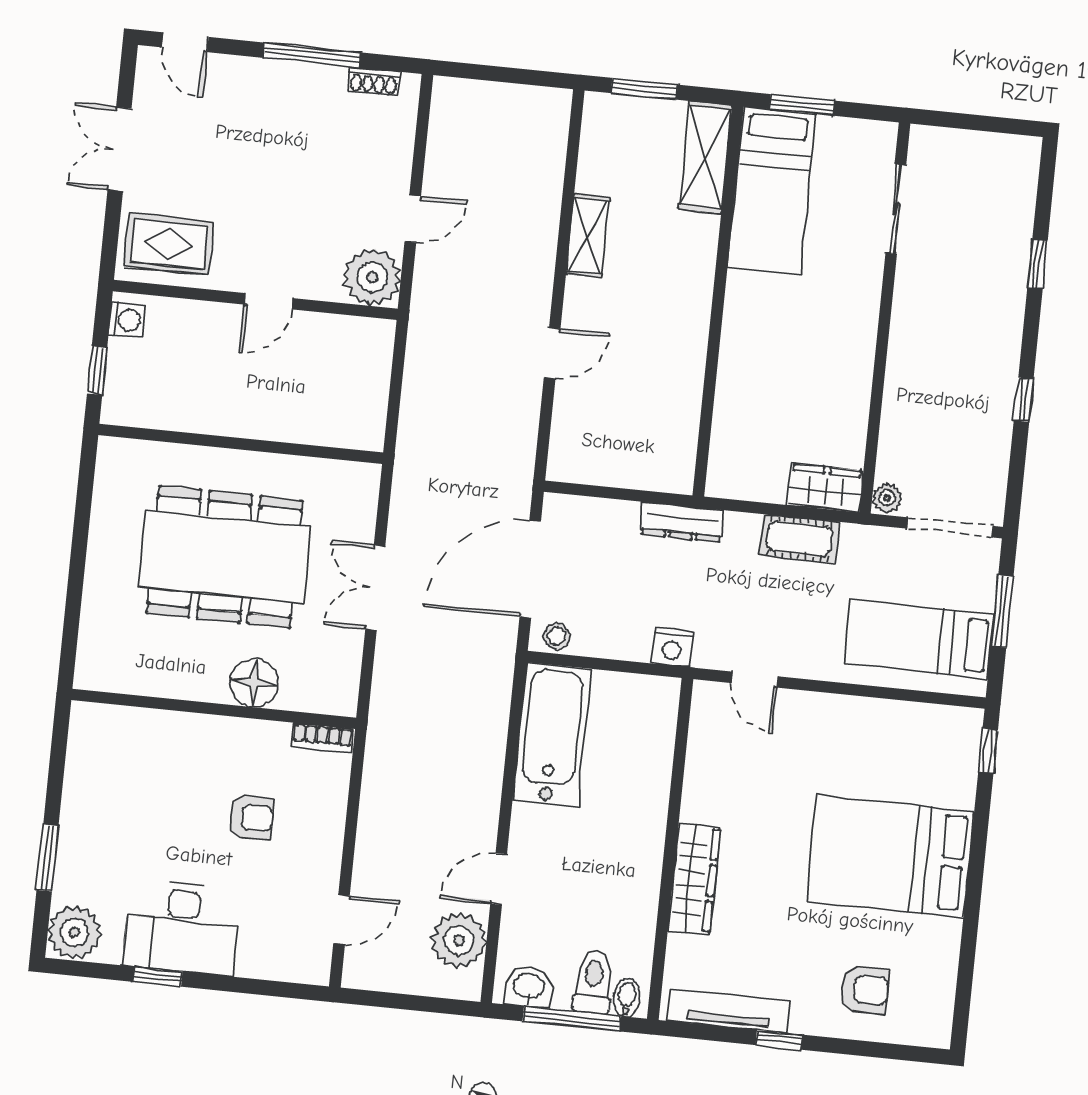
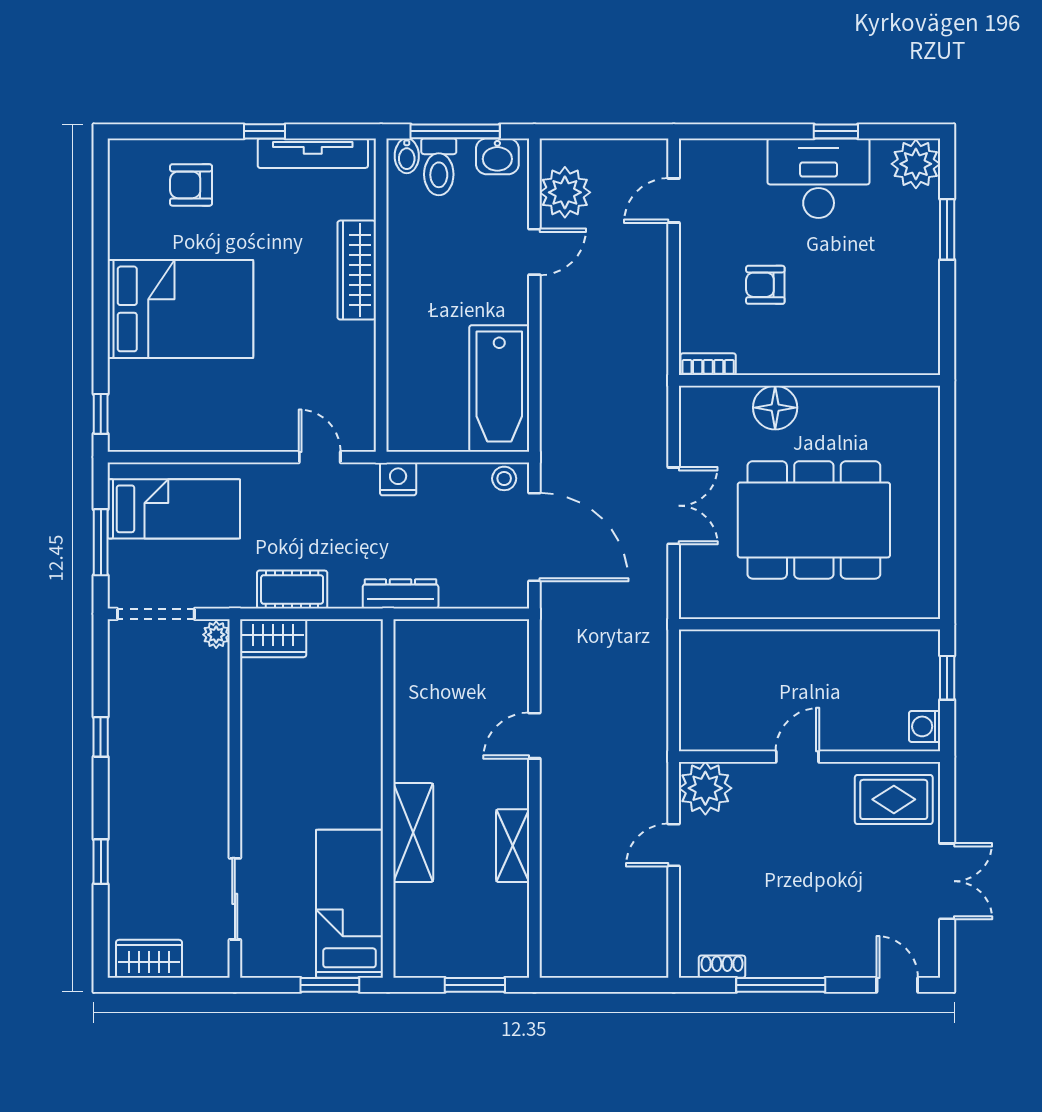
wardrobe: (996, 153) -> (149, 959), added
shelving: (705, 157) -> (413, 833), moved
door: (530, 569) -> (534, 537), hinge flipped

